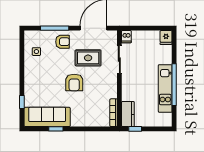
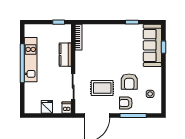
fridge: (166, 37) -> (47, 107), moved
armchair: (74, 82) -> (129, 82), moved, turned 180
kitchen counter: (128, 114) -> (65, 55), moved
sofa: (47, 117) -> (152, 45), moved, turned 90

